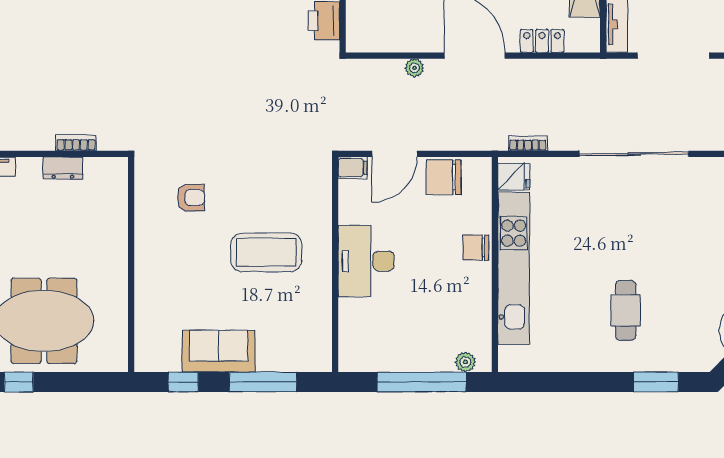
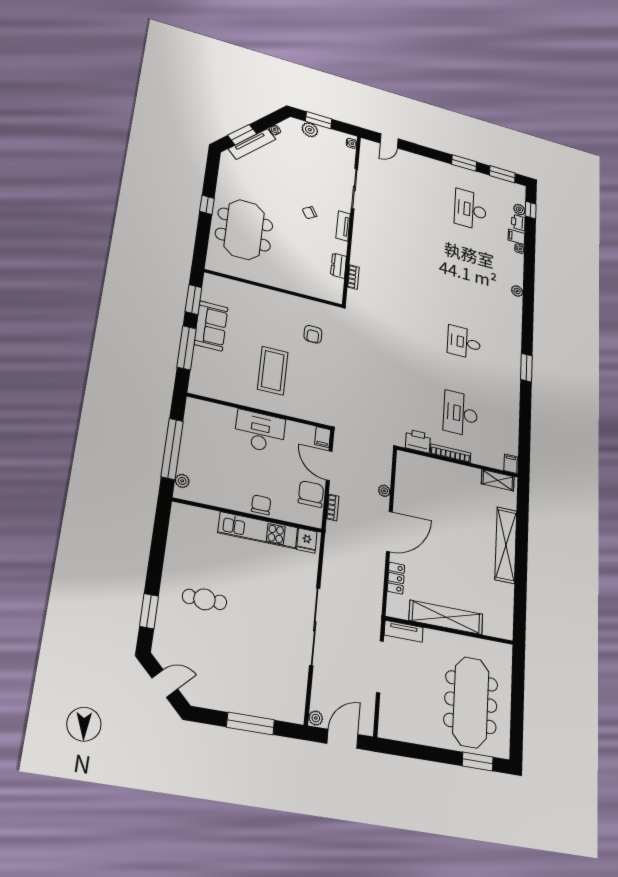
bookcase: (528, 143) -> (333, 507), moved
kitchen unit: (514, 268) -> (258, 530), width x0.73
window: (183, 382) -> (193, 300), width x1.50

